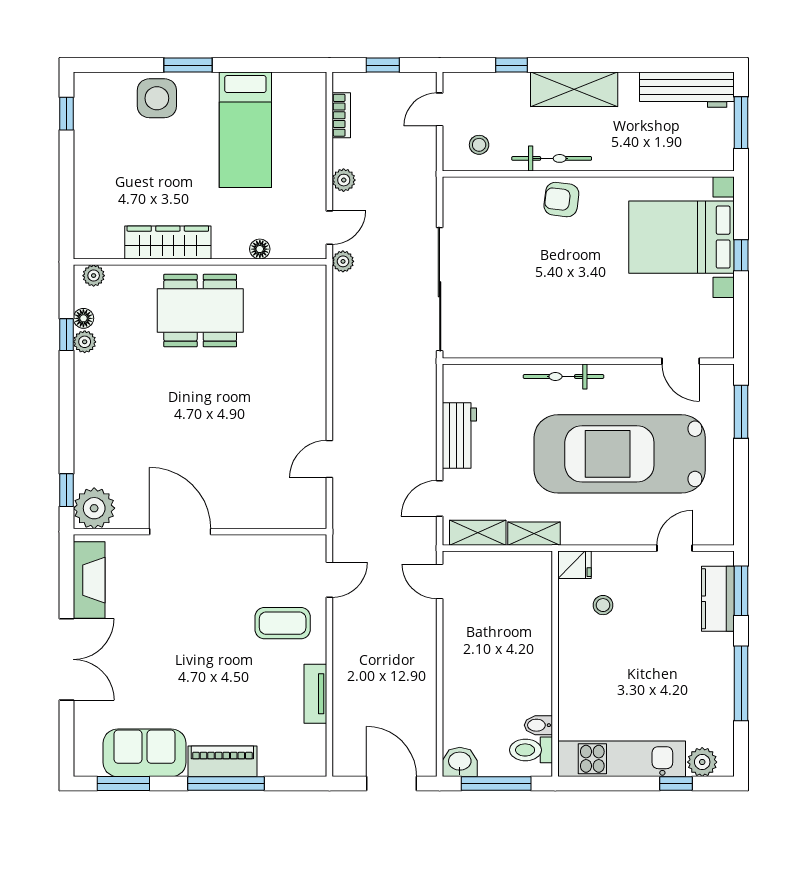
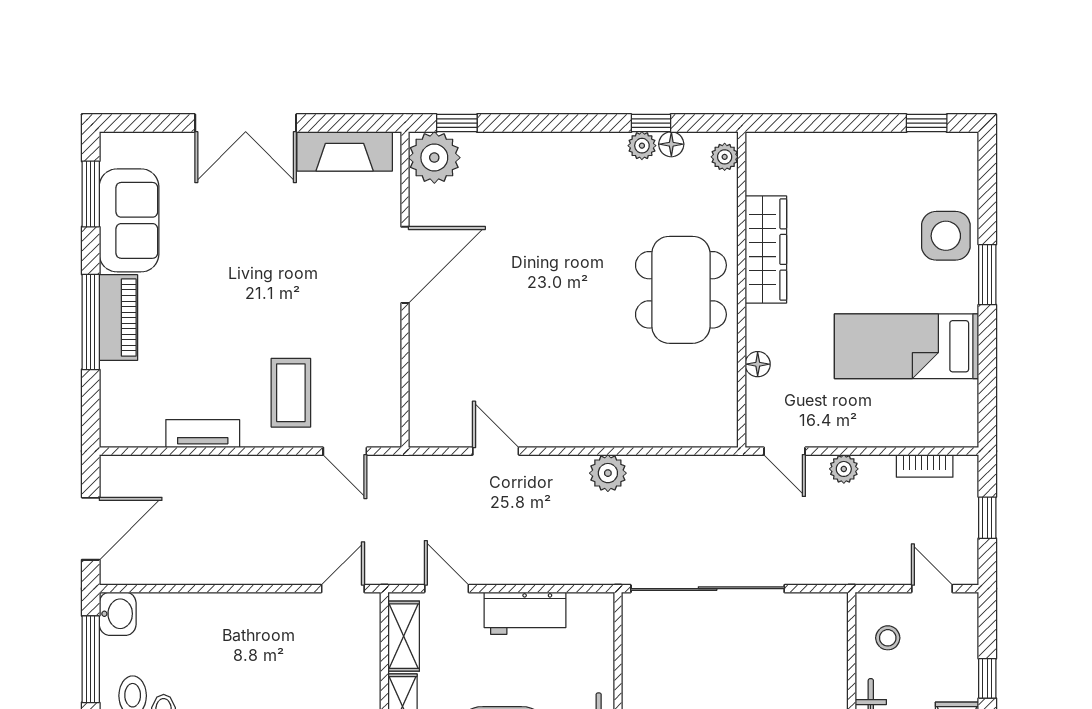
plant: (343, 261) -> (608, 473), moved, width x1.38, depth x1.38

